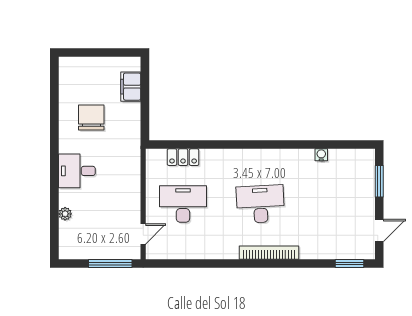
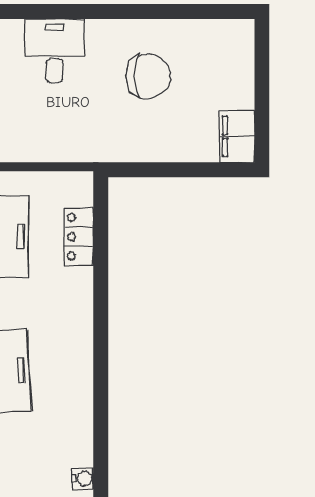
filing cabinet: (131, 87) -> (237, 136), moved, turned -90

